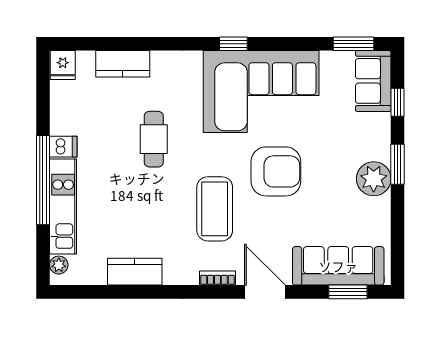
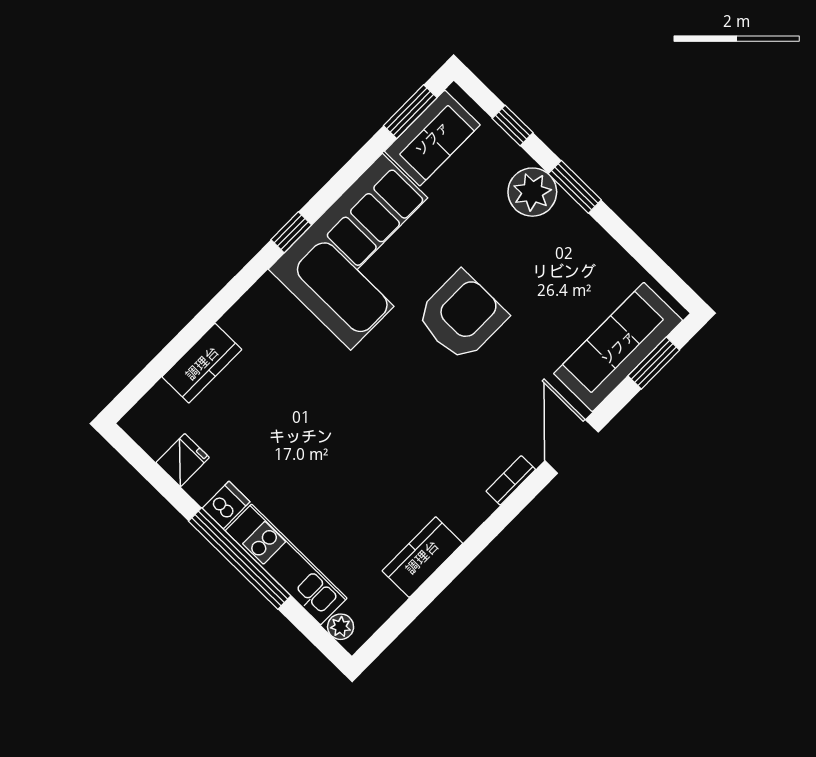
fridge: (63, 65) -> (183, 460), moved, turned -90
sofa: (373, 81) -> (432, 138), moved, turned -90
cafe table: (154, 139) -> (308, 407), removed
plant: (374, 179) -> (532, 192), moved
coffee table: (215, 209) -> (439, 414), removed
door: (265, 292) -> (572, 446), hinge flipped

